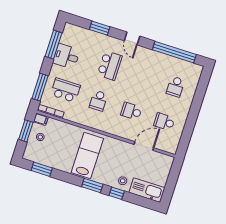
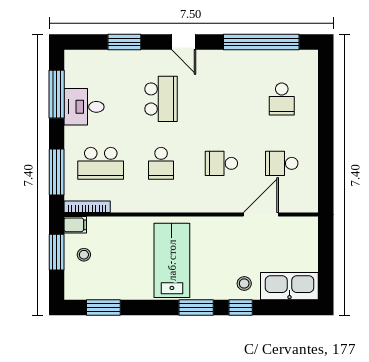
school desk: (66, 90) -> (101, 163), turned 180

